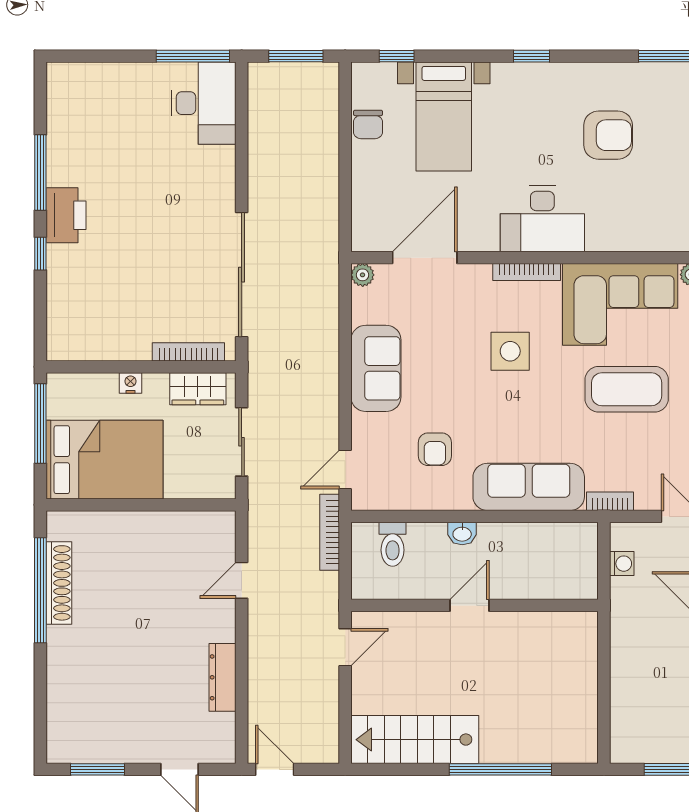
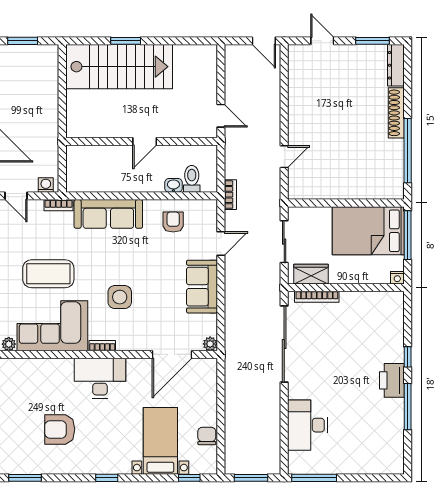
desk: (203, 103) -> (308, 425), moved
bookcase: (527, 272) -> (102, 346), width x0.64
nightstand: (131, 383) -> (397, 278), moved
window: (40, 423) -> (408, 235), moved
armchair: (435, 449) -> (173, 222), moved
door: (345, 469) -> (221, 244), moved
bookcase: (330, 532) -> (230, 195), width x0.64
washbasin: (462, 533) -> (173, 185), moved
washing machine: (622, 564) -> (46, 185), moved, turned 90
shoe rack: (59, 583) -> (396, 113), moved
door: (345, 647) -> (221, 116), swing flipped
dresser: (223, 677) -> (396, 65), moved, turned 180
stairs: (415, 740) -> (119, 67), moved, width x1.36, depth x1.51
window: (500, 769) -> (126, 41), width x0.47

